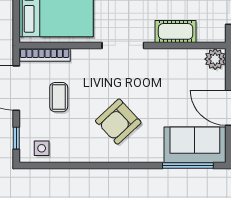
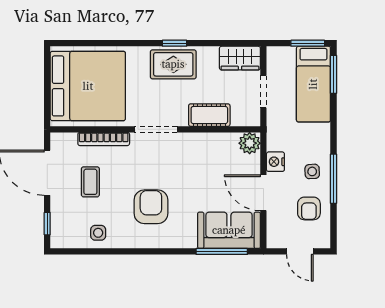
bookcase: (45, 55) -> (104, 139), moved
armchair: (118, 122) -> (151, 207), turned 133
side table: (42, 148) -> (98, 233), moved

